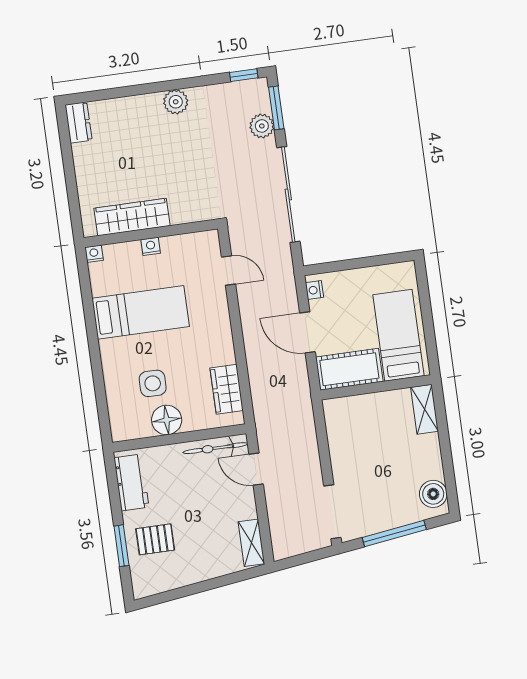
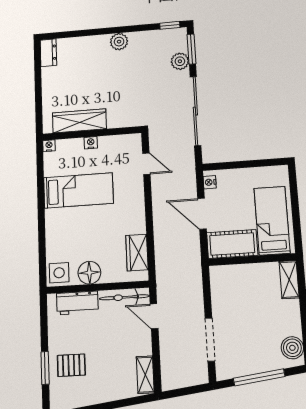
side table: (153, 383) -> (59, 273), moved
workbench: (131, 482) -> (77, 303), moved, turned 90
doorway: (332, 512) -> (210, 340), moved

